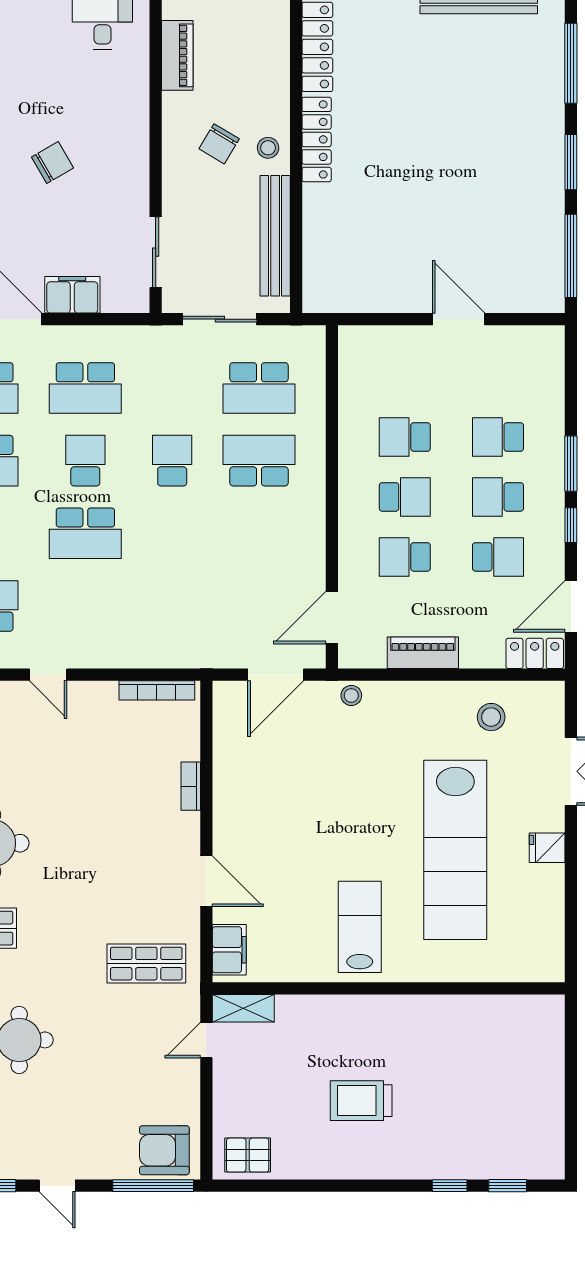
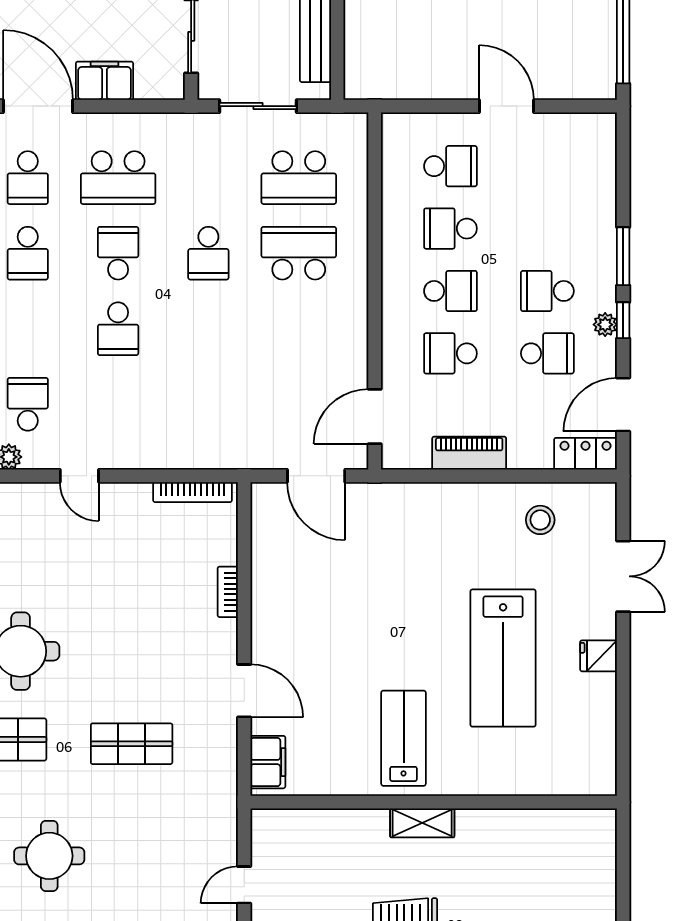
school desk: (498, 437) -> (450, 166), moved, turned 180
school desk: (172, 461) -> (208, 253), turned 180
plant: (554, 529) -> (605, 325), added
school desk: (85, 533) -> (118, 329), width x0.54
door: (276, 675) -> (316, 476), hinge flipped
stool: (351, 695) -> (395, 497), removed
lab bench: (455, 850) -> (503, 658), width x0.73
shop shelf: (146, 964) -> (132, 744), moved
shelving: (243, 1008) -> (422, 823), moved
door: (206, 1040) -> (244, 885), moved

